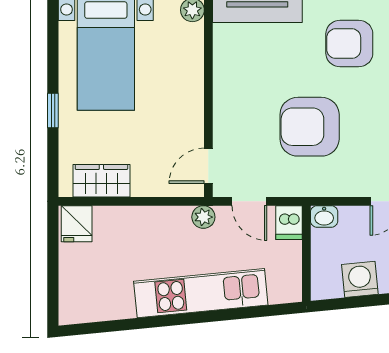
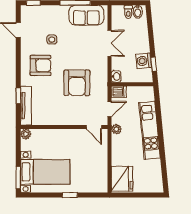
armchair: (349, 44) -> (40, 65), turned -90
wardrobe: (101, 181) -> (100, 174), removed
fridge: (77, 224) -> (122, 179), width x1.88, depth x1.34
window: (352, 302) -> (154, 64), added

